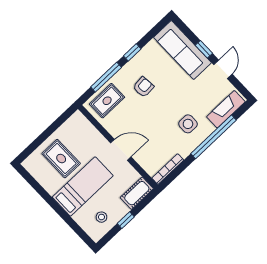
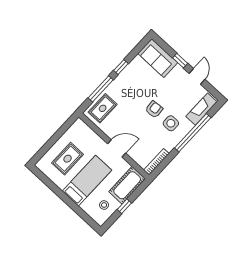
sofa: (182, 50) -> (158, 58), width x0.73
armchair: (143, 87) -> (154, 109), moved
rug: (61, 159) -> (68, 159), turned 90
cot: (137, 193) -> (127, 185), width x1.37, depth x1.34

